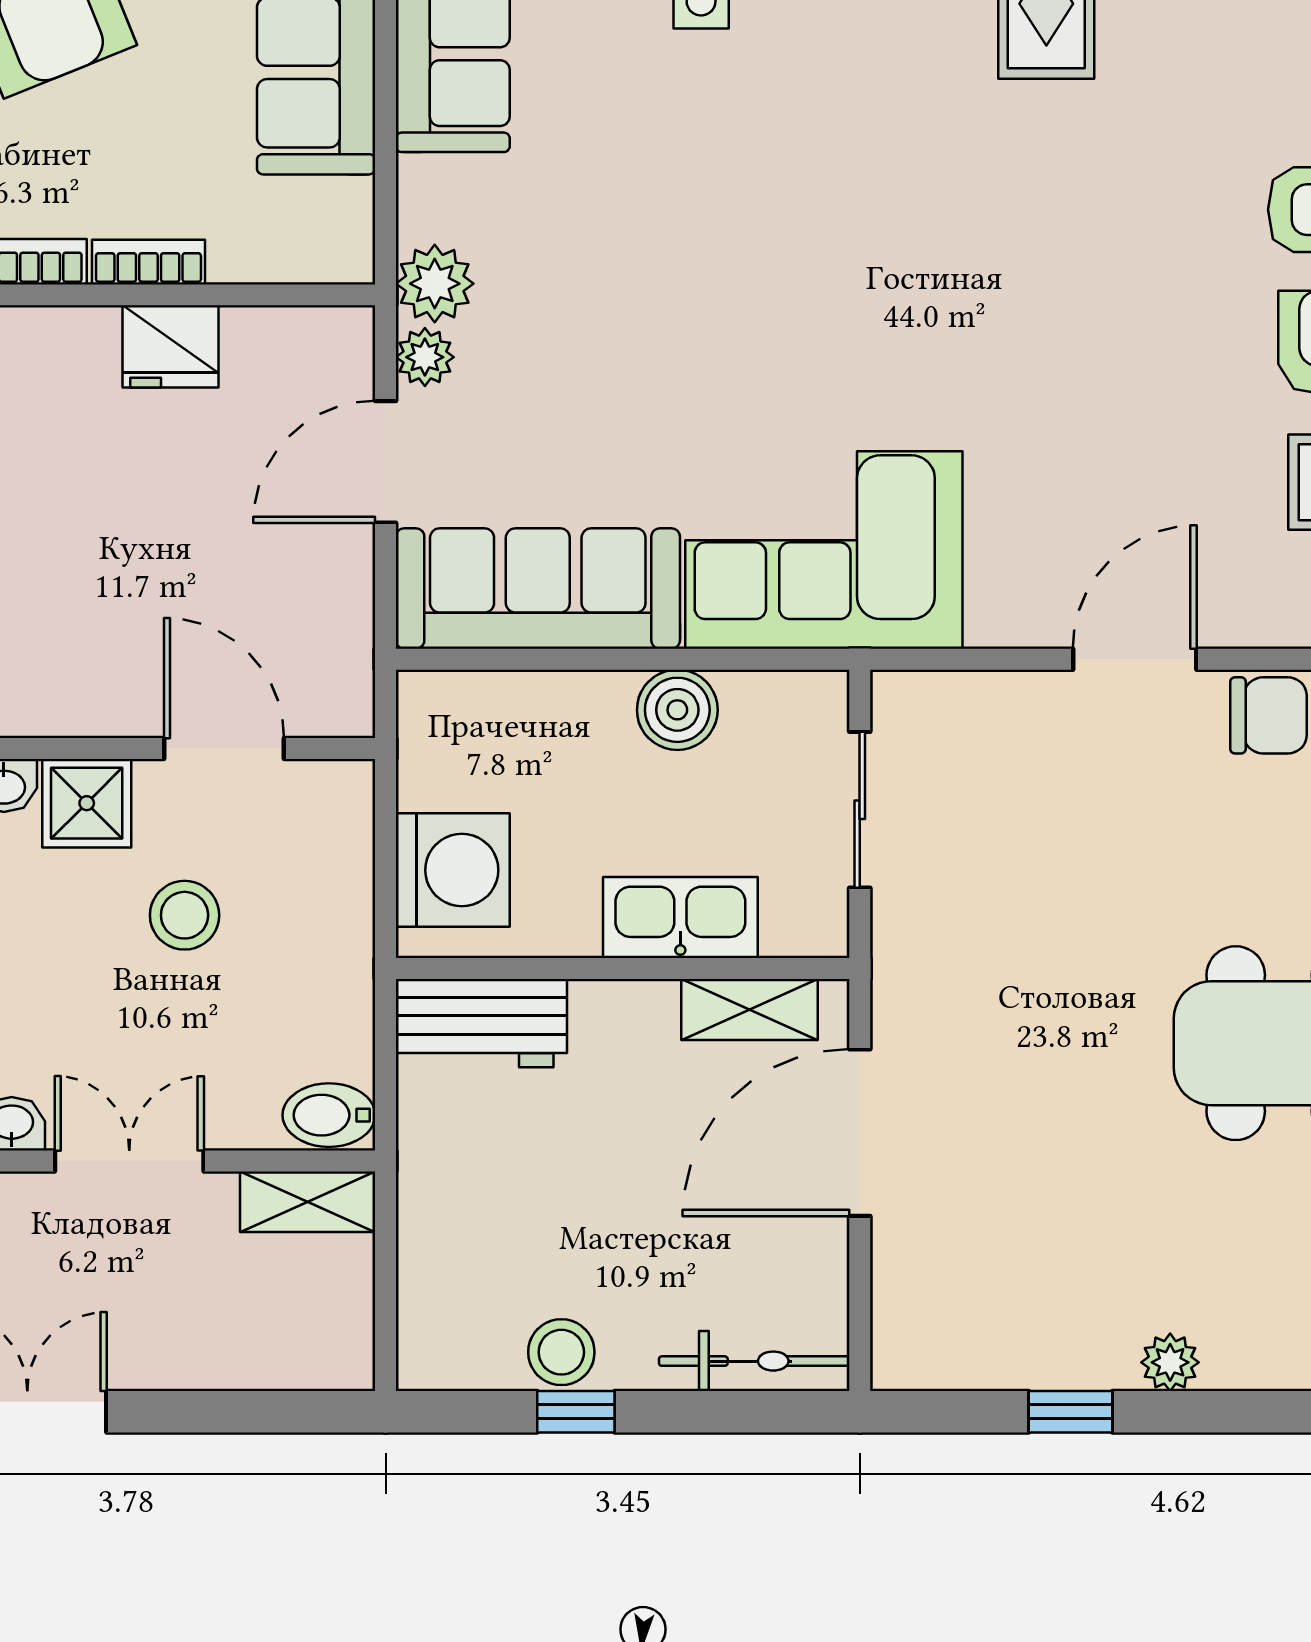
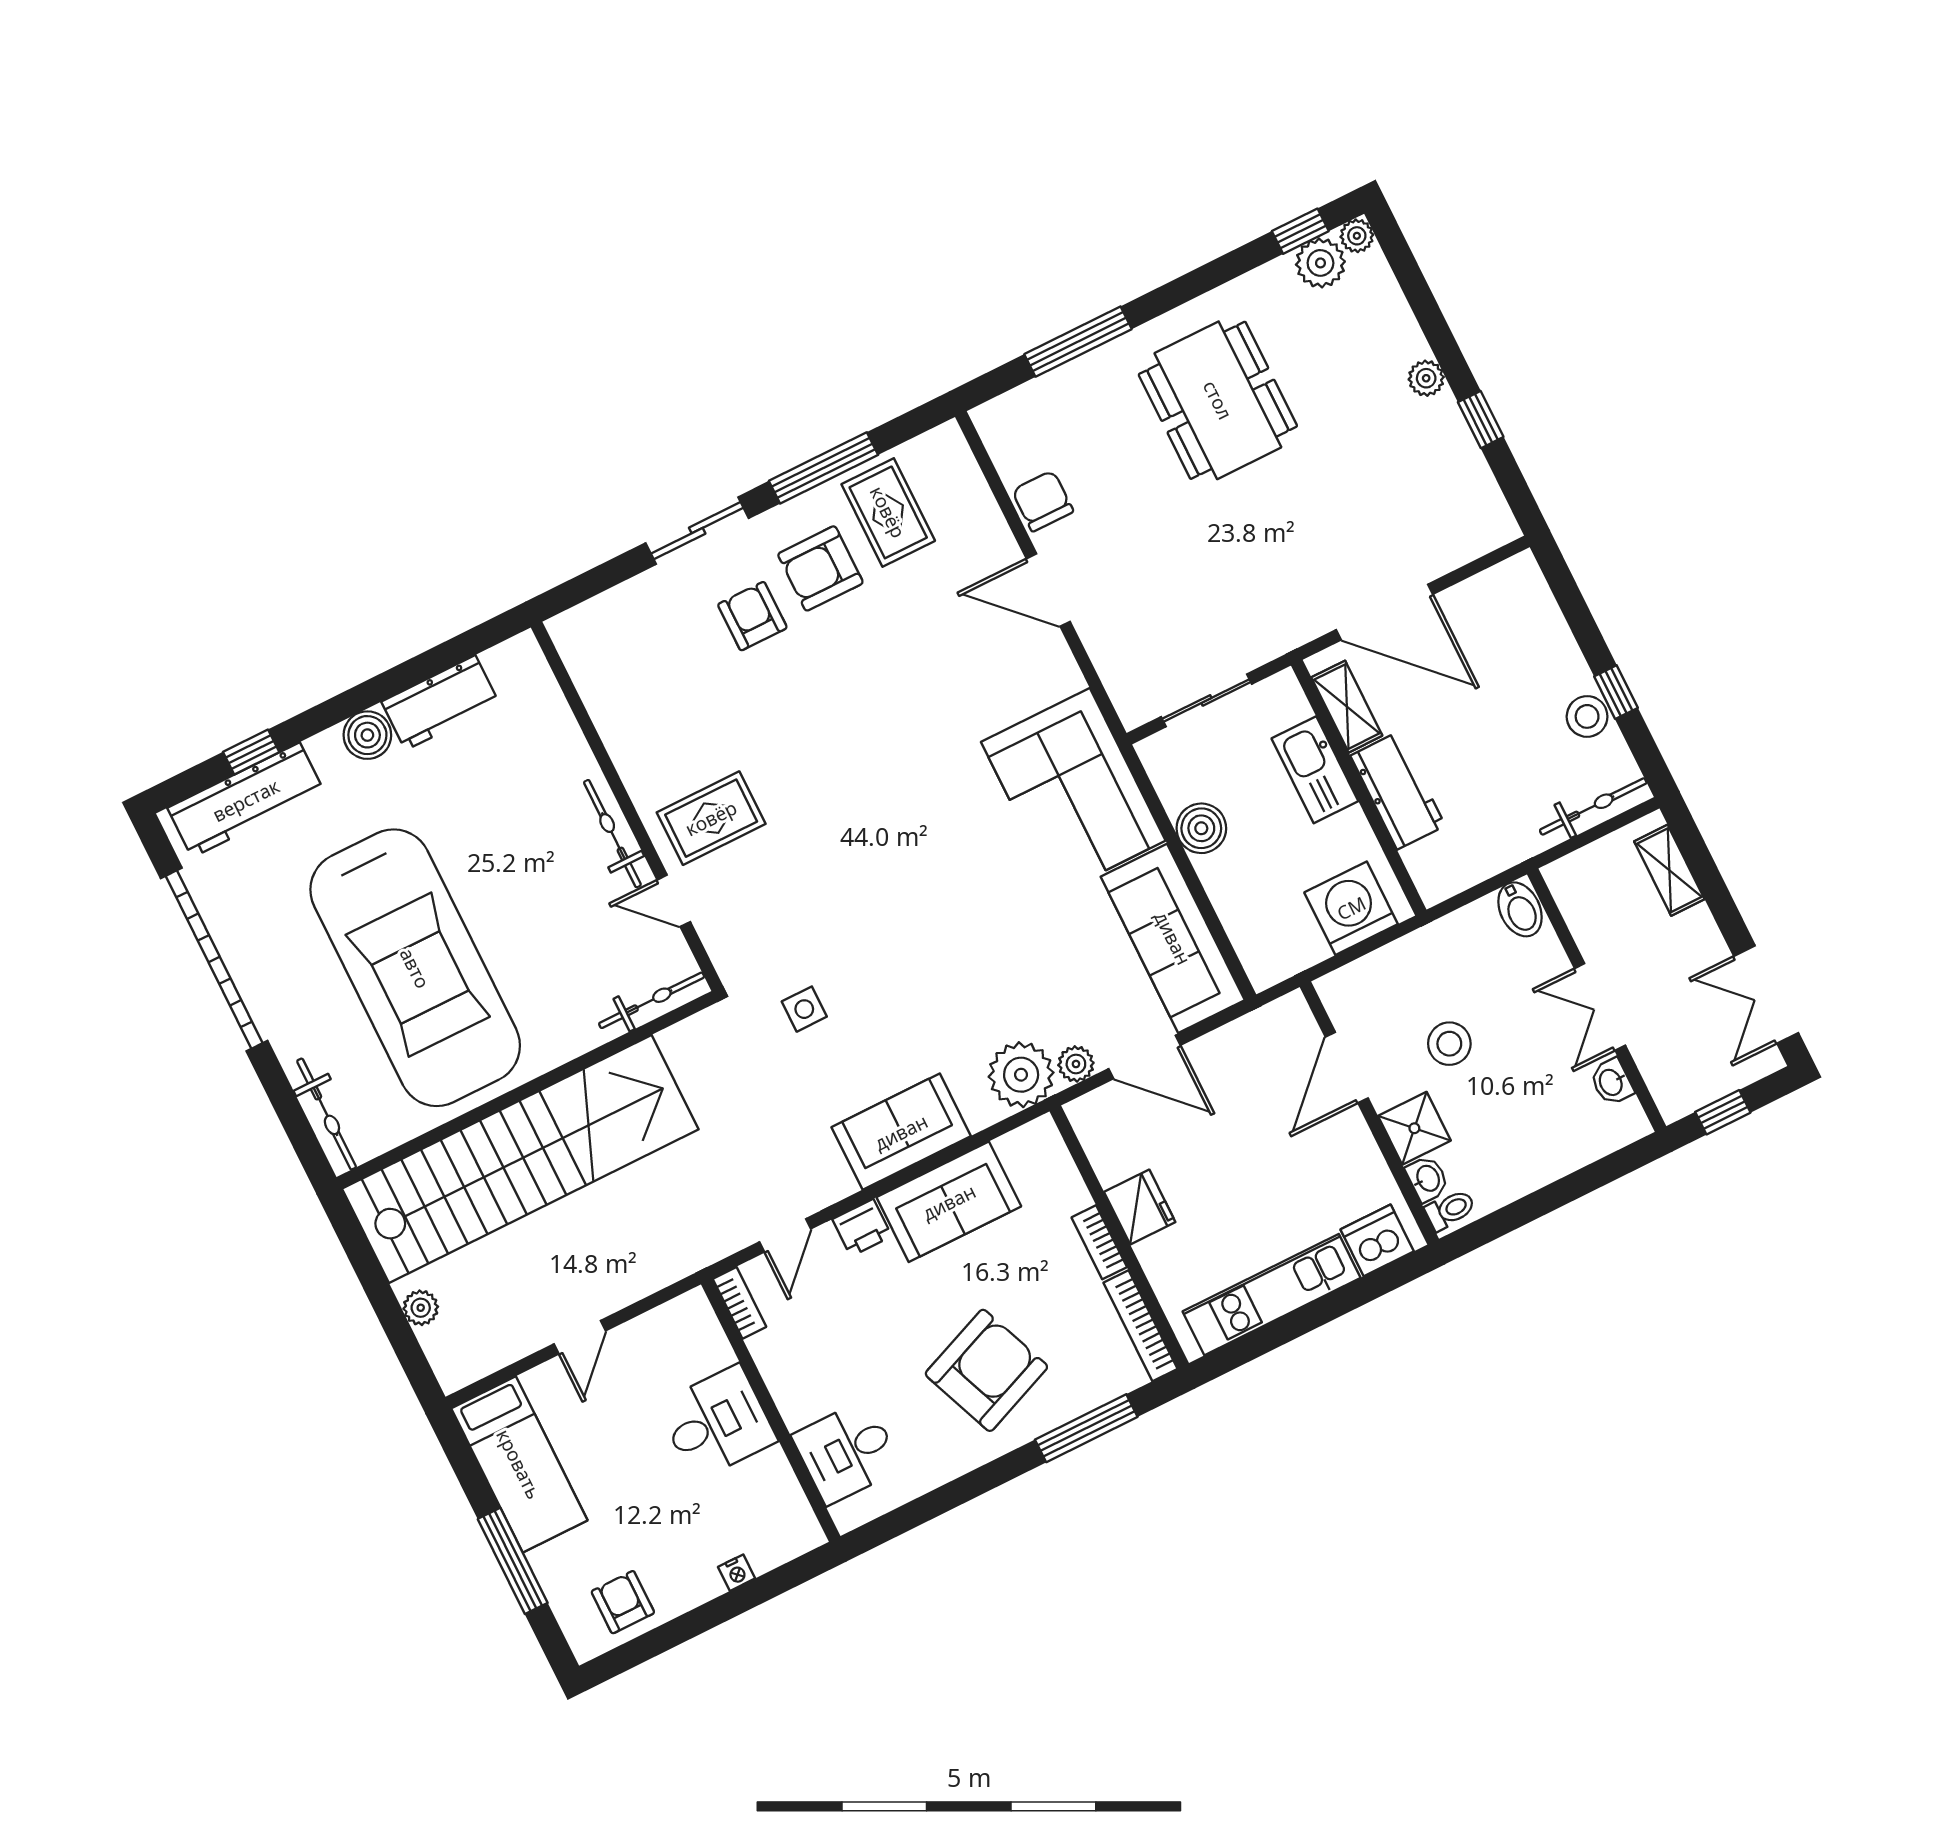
plant: (435, 284) -> (1021, 1075), width x1.36, depth x1.36
workbench: (481, 1023) -> (1398, 791), moved
shelving: (308, 1202) -> (1669, 870), moved
bicycle: (754, 1361) -> (1593, 806), moved, turned 90

